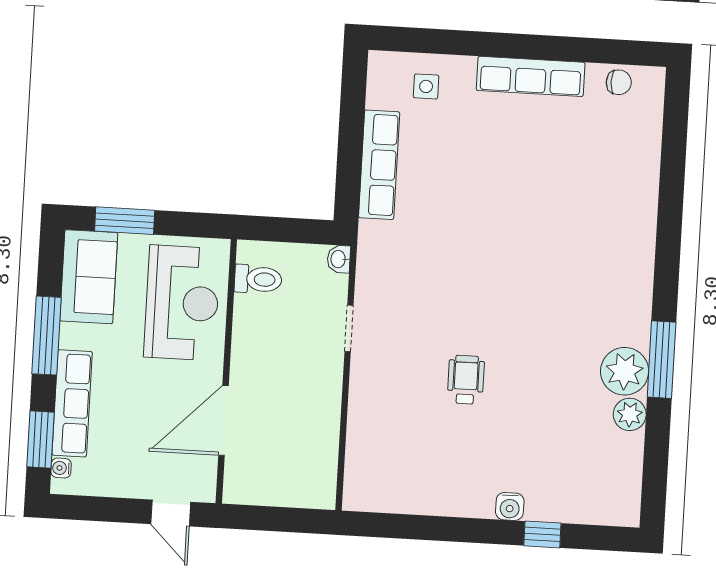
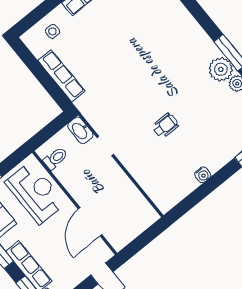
washbasin: (339, 259) -> (80, 130), width x1.91, depth x1.45
wheelchair: (466, 380) -> (165, 126), turned 90
water cooler: (510, 506) -> (203, 175), moved

